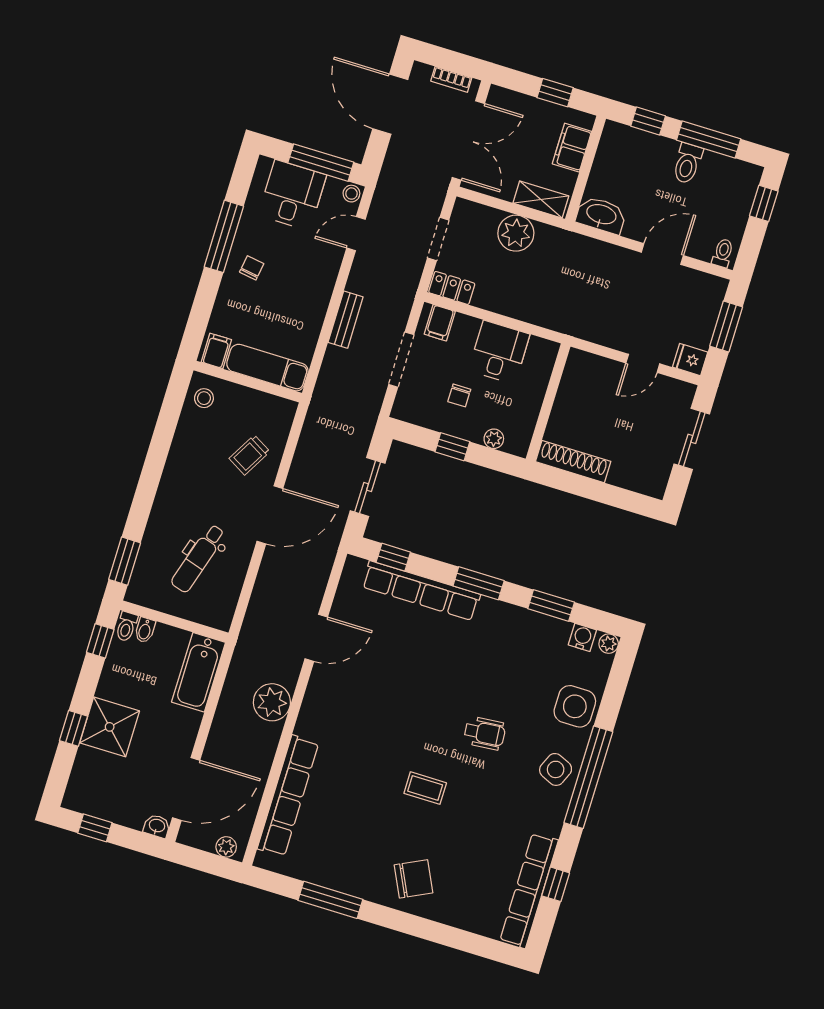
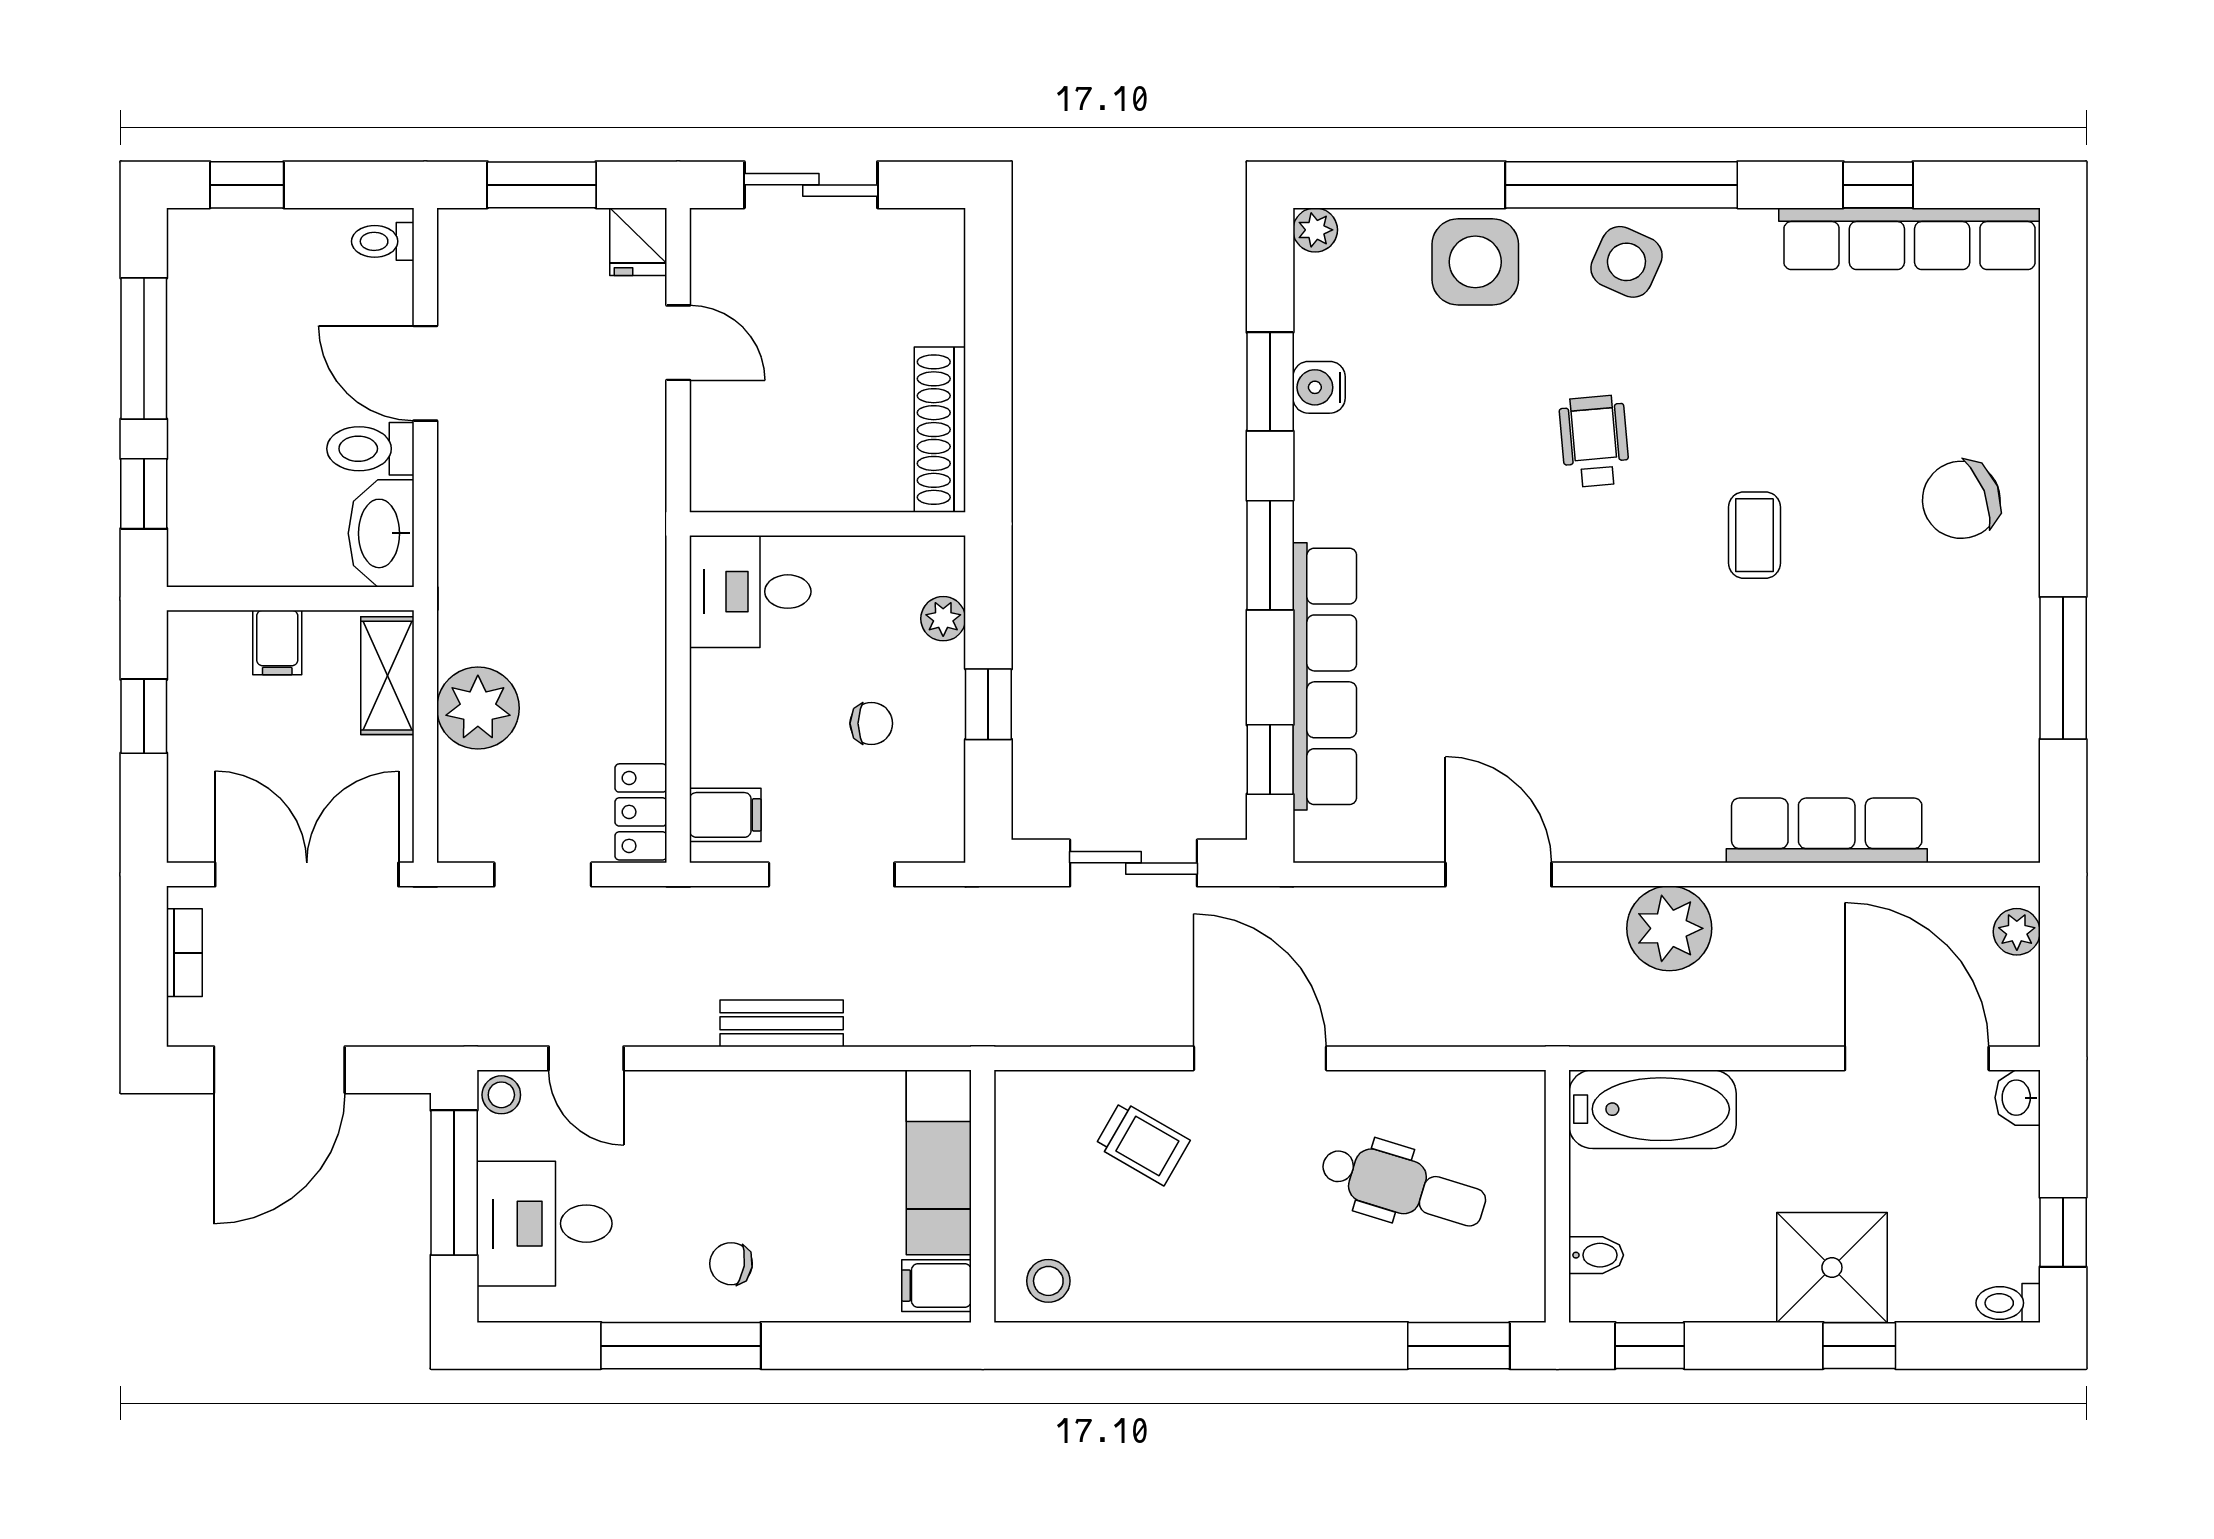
filing cabinet: (572, 148) -> (277, 643), width x0.50
toilet: (687, 163) -> (370, 449), moved, turned 180
desk: (499, 352) -> (750, 592), moved
toilet: (126, 627) -> (2008, 1303), moved, turned 180
water cooler: (582, 637) -> (1319, 387), moved
row of seats: (288, 796) -> (1827, 830), width x0.73
chair: (414, 879) -> (1961, 500), turned -85

